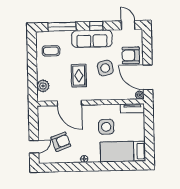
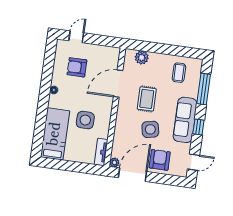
rug: (79, 76) -> (147, 99), turned 90
armchair: (61, 142) -> (77, 67), turned 110
door: (34, 147) -> (76, 37), swing flipped

